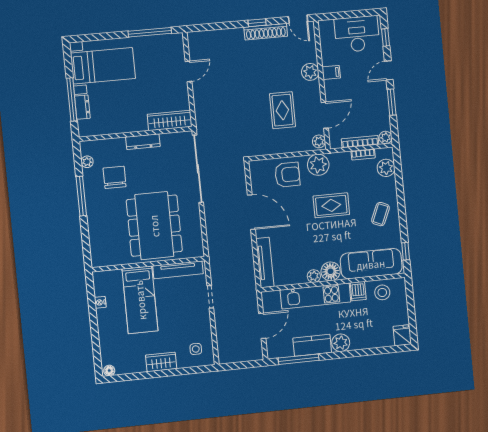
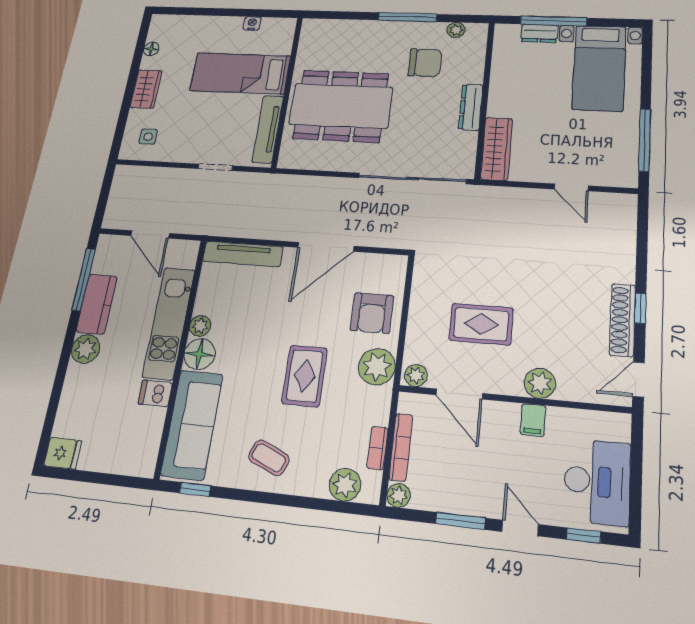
stool: (382, 292) -> (141, 434), removed
floor lamp: (109, 371) -> (151, 49), moved

